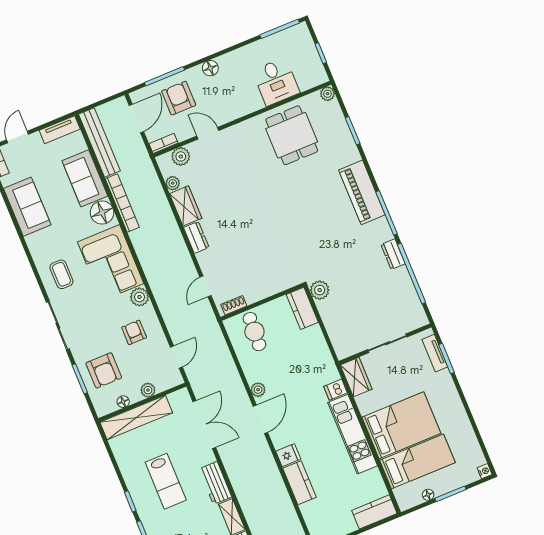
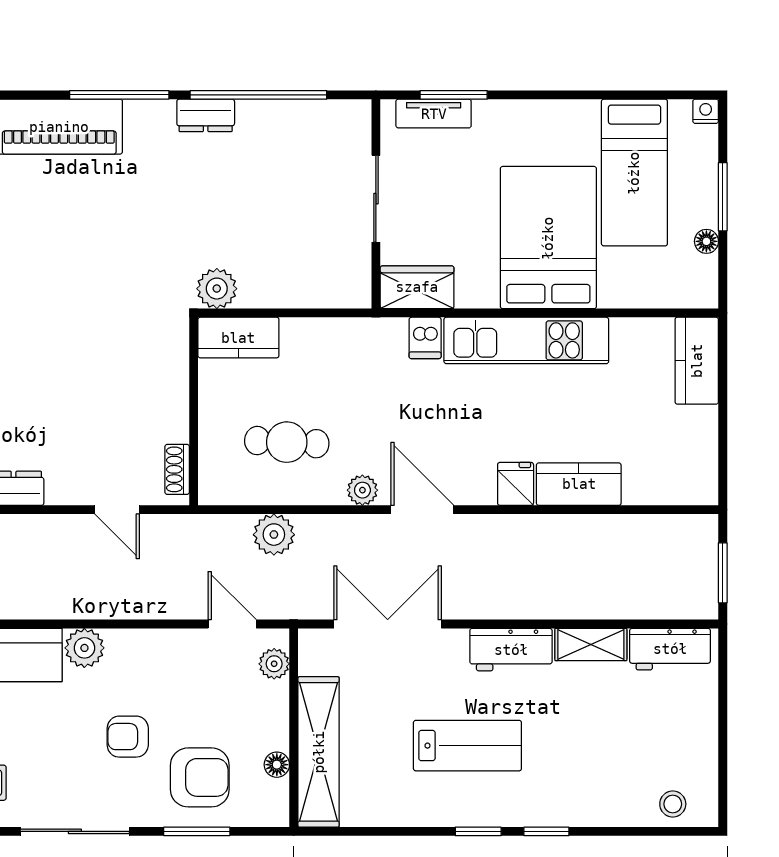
armchair: (134, 332) -> (128, 737), moved
cafe table: (254, 332) -> (287, 442), moved
plant: (223, 359) -> (274, 535), added
plant: (148, 390) -> (274, 664), moved
bed: (417, 461) -> (634, 173), moved, turned 180

